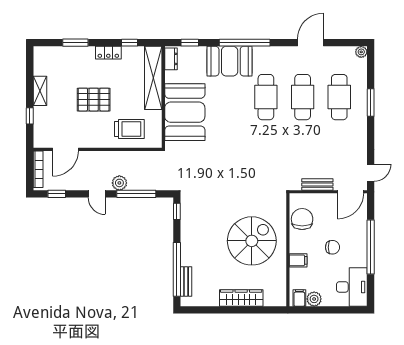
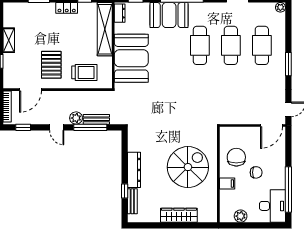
pallet: (94, 100) -> (51, 65), moved, turned 90
window: (371, 103) -> (288, 64), moved
bench: (317, 184) -> (96, 119), moved
window: (177, 211) -> (125, 142), removed
chair: (302, 219) -> (236, 157), moved
dresser: (188, 244) -> (134, 170), added
window: (371, 247) -> (288, 189), moved
window: (177, 269) -> (125, 191), width x0.32
filing cabinet: (299, 298) -> (228, 215), removed

